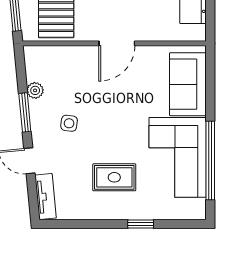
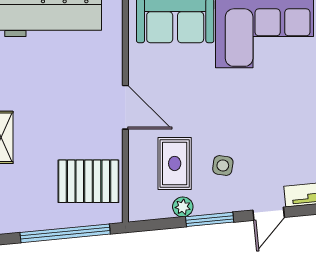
rug: (114, 177) -> (175, 163), moved

